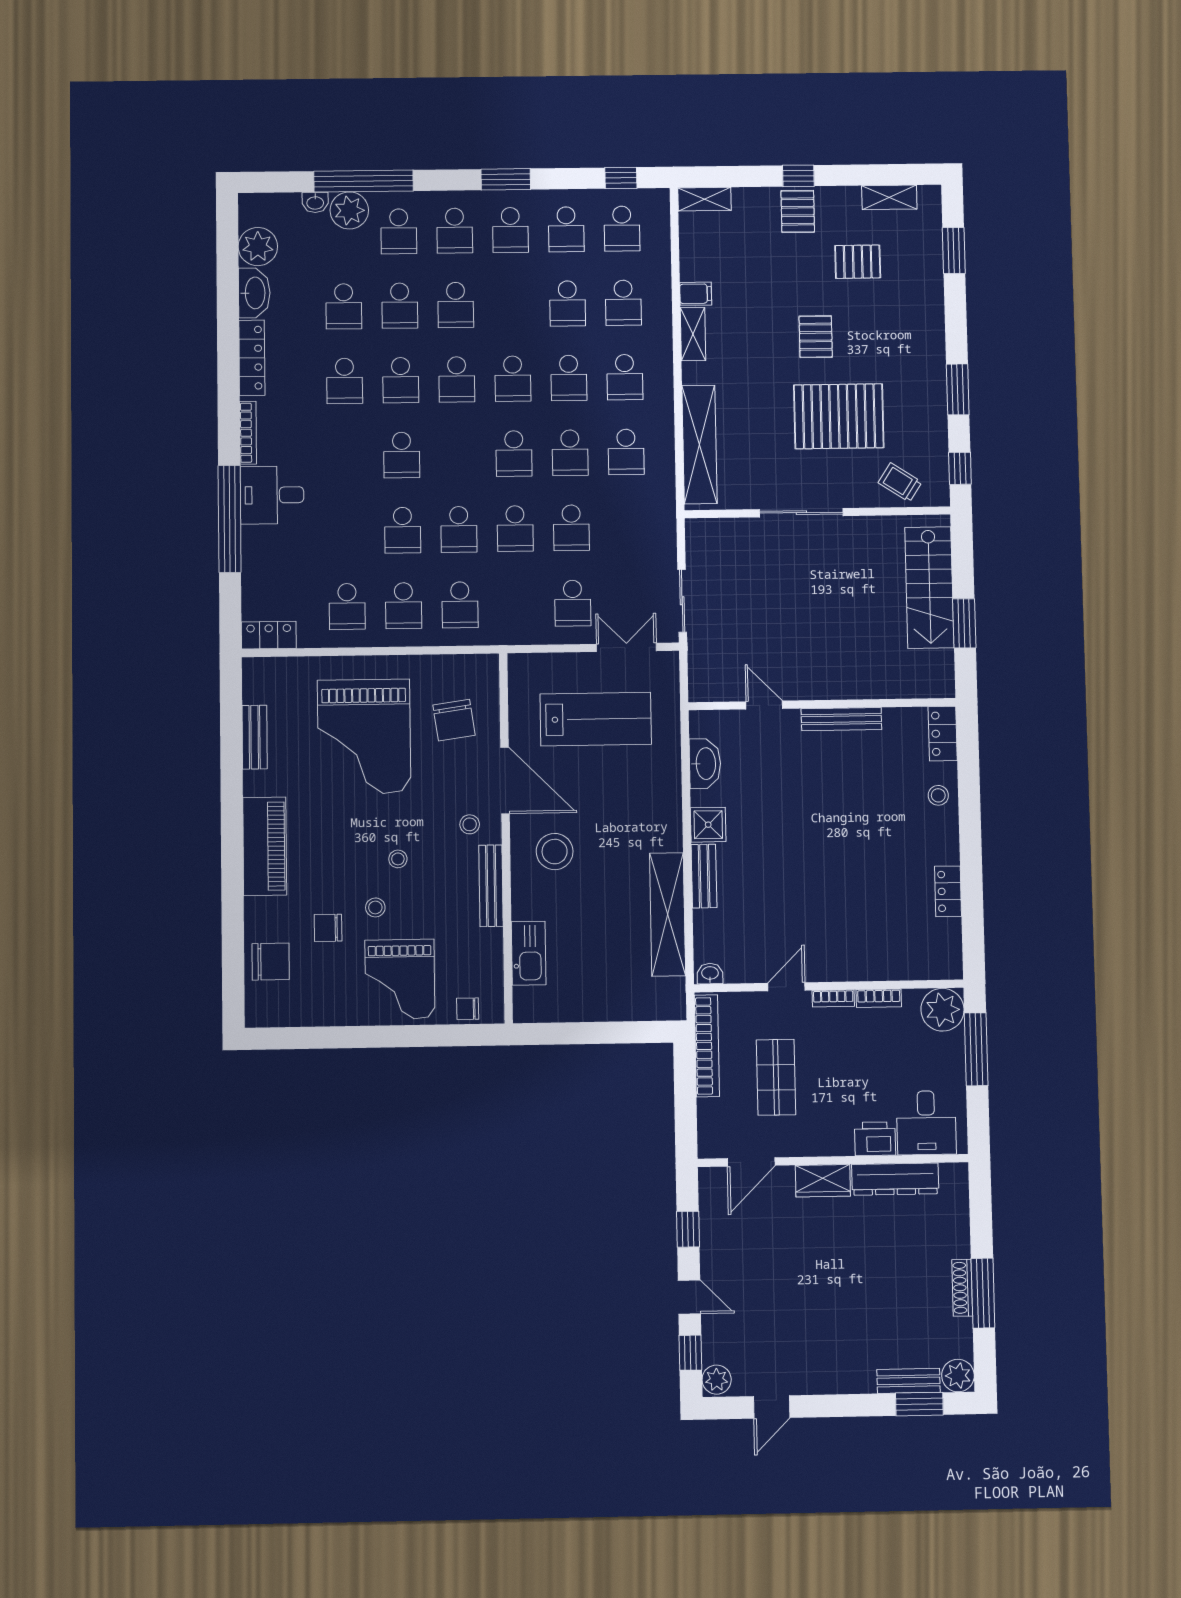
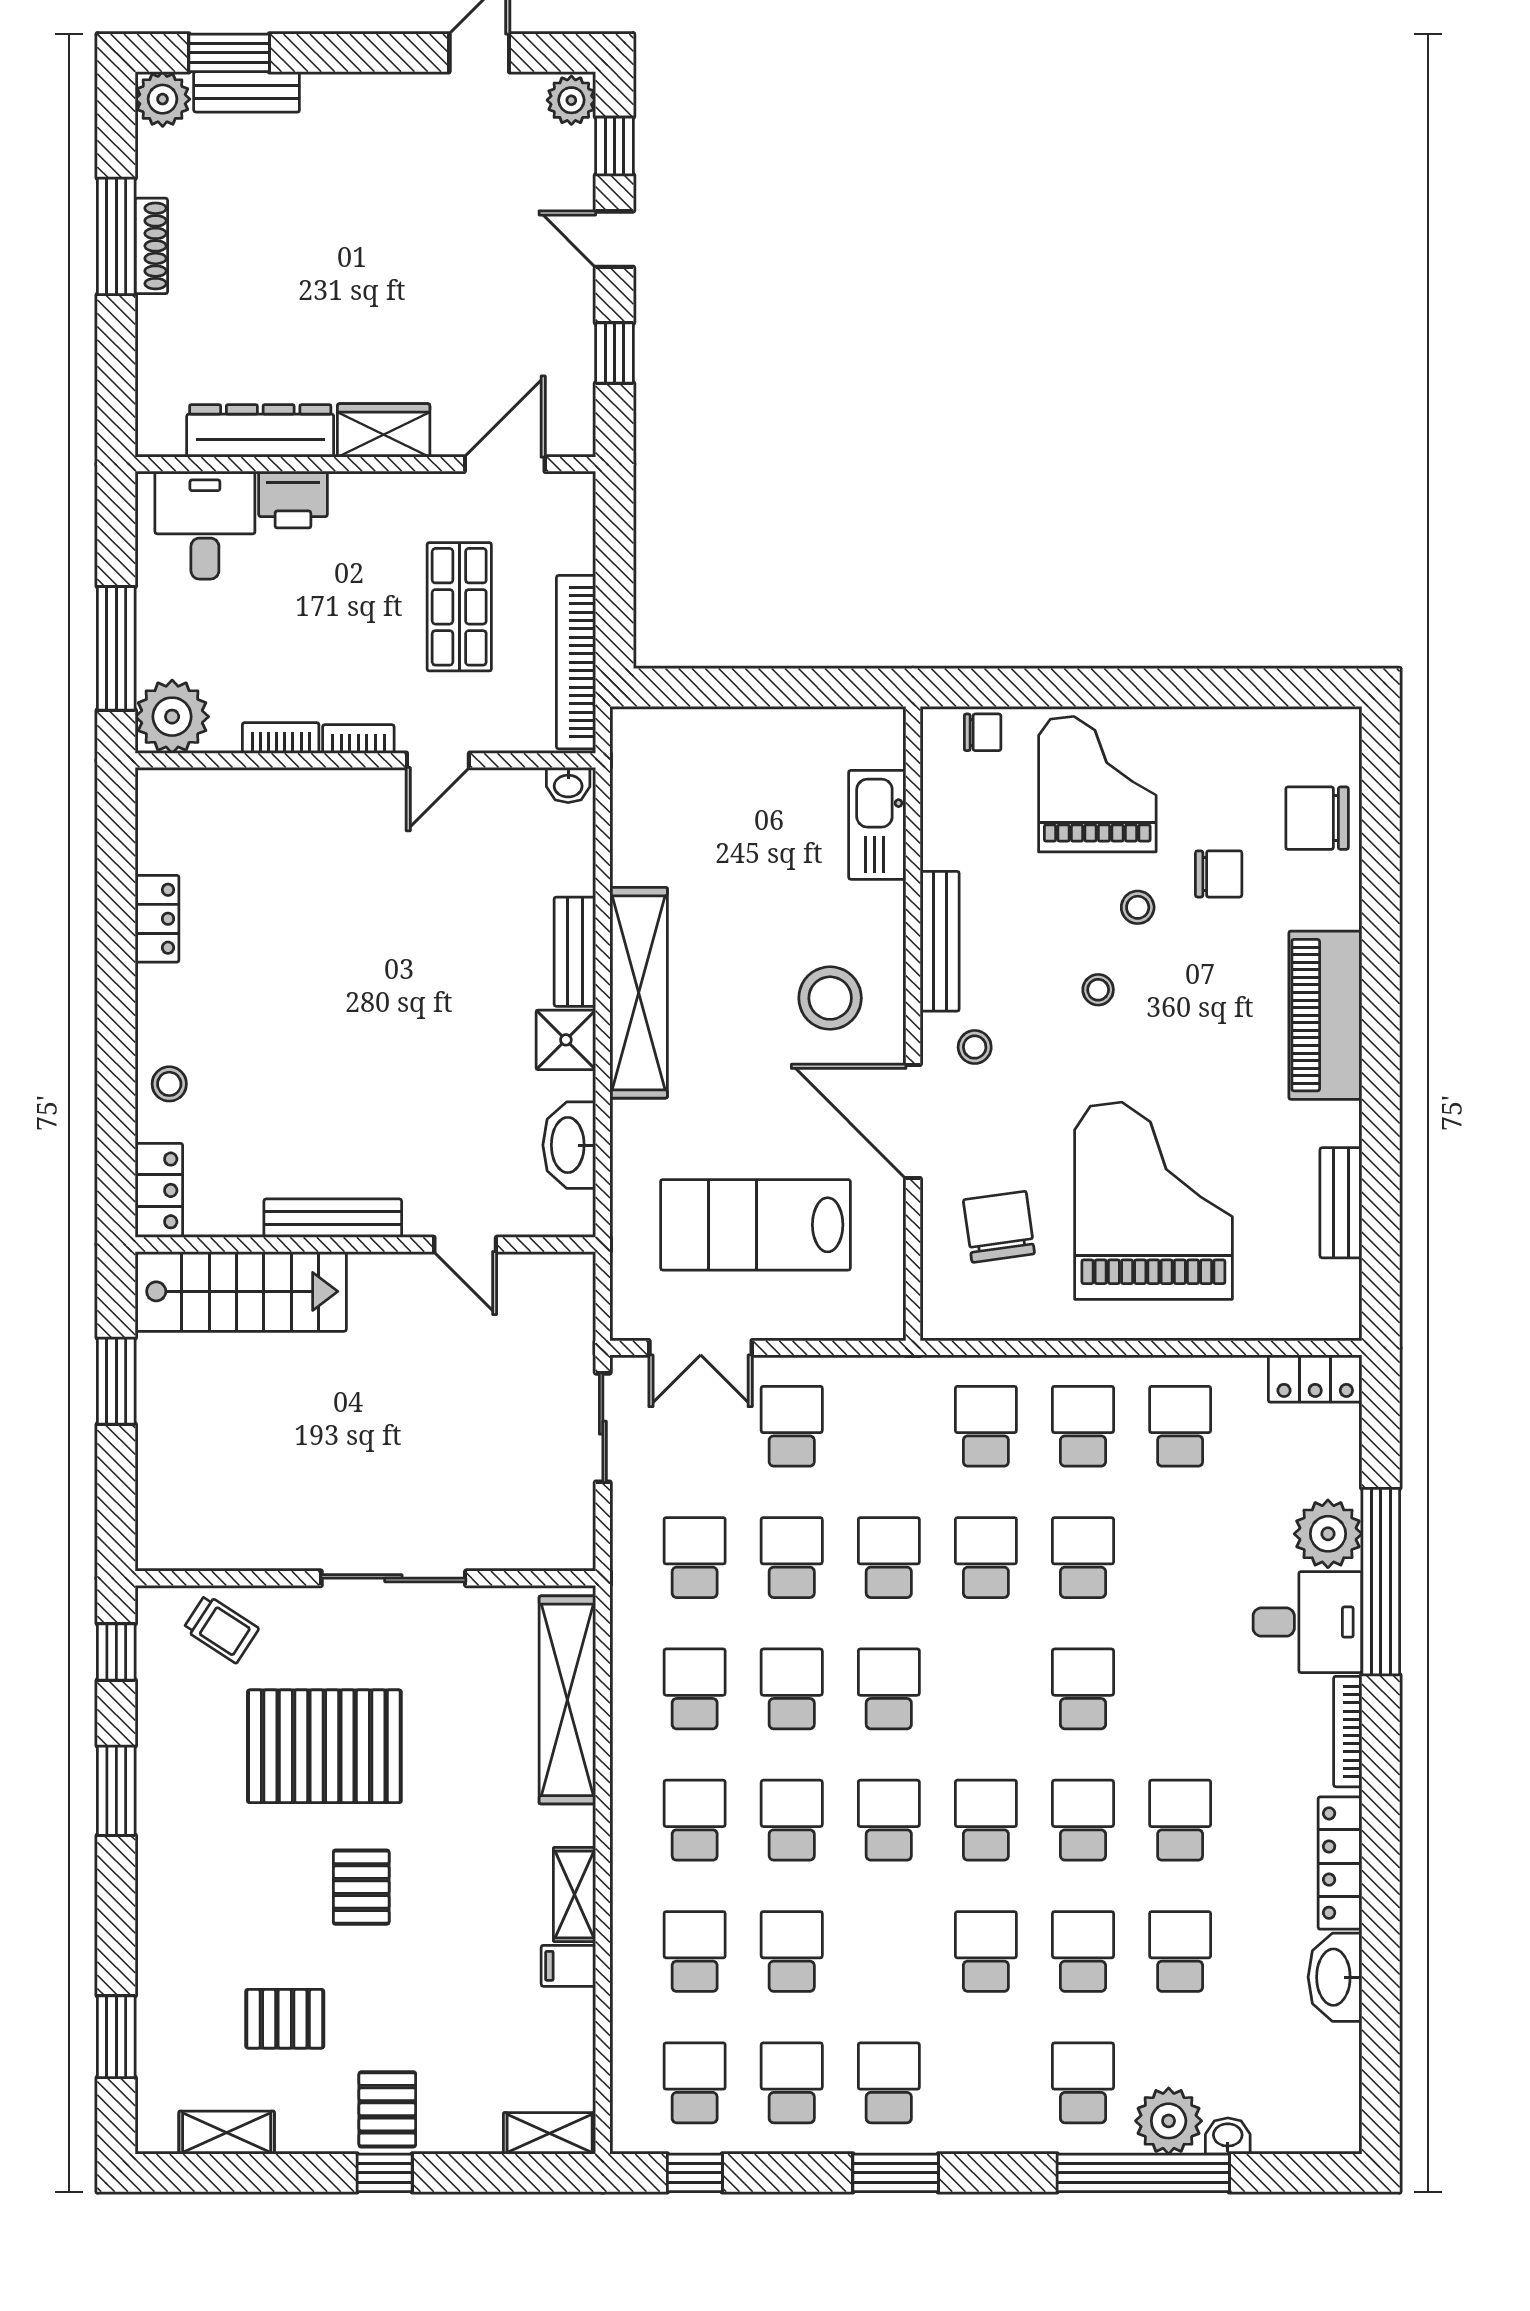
school desk: (455, 231) -> (695, 1558), moved
plant: (258, 247) -> (1328, 1534), moved
stairs: (929, 588) -> (241, 1291), moved, turned 90
shelving: (668, 914) -> (639, 993), moved

